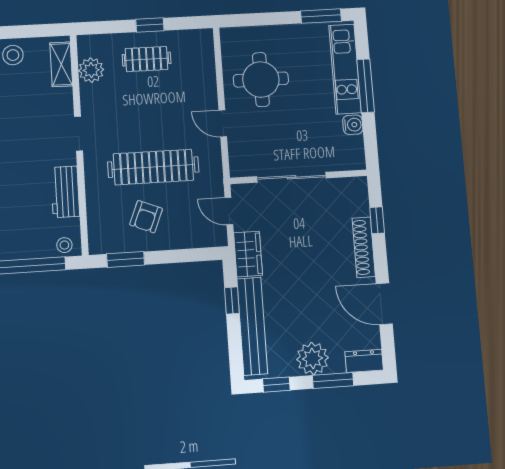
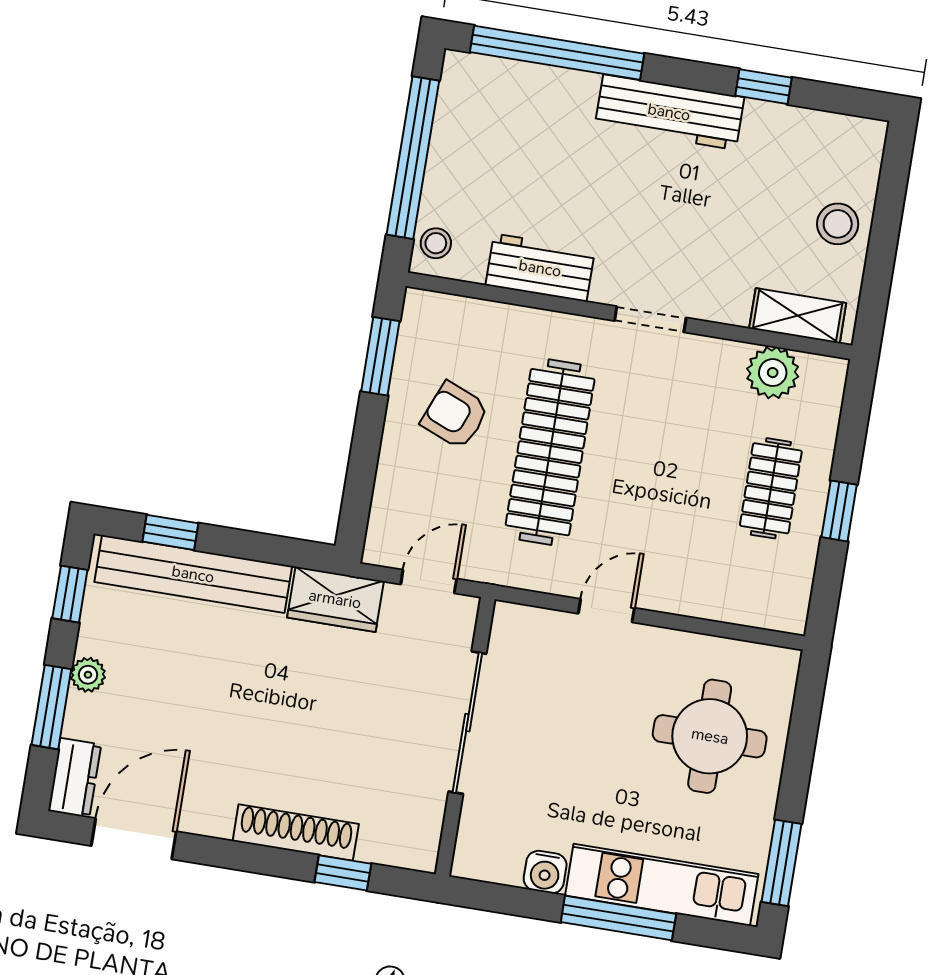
round table: (261, 79) -> (710, 736), moved
window: (232, 300) -> (170, 532), moved
door: (384, 304) -> (134, 839), moved
plant: (313, 359) -> (88, 675), width x0.53, depth x0.53

